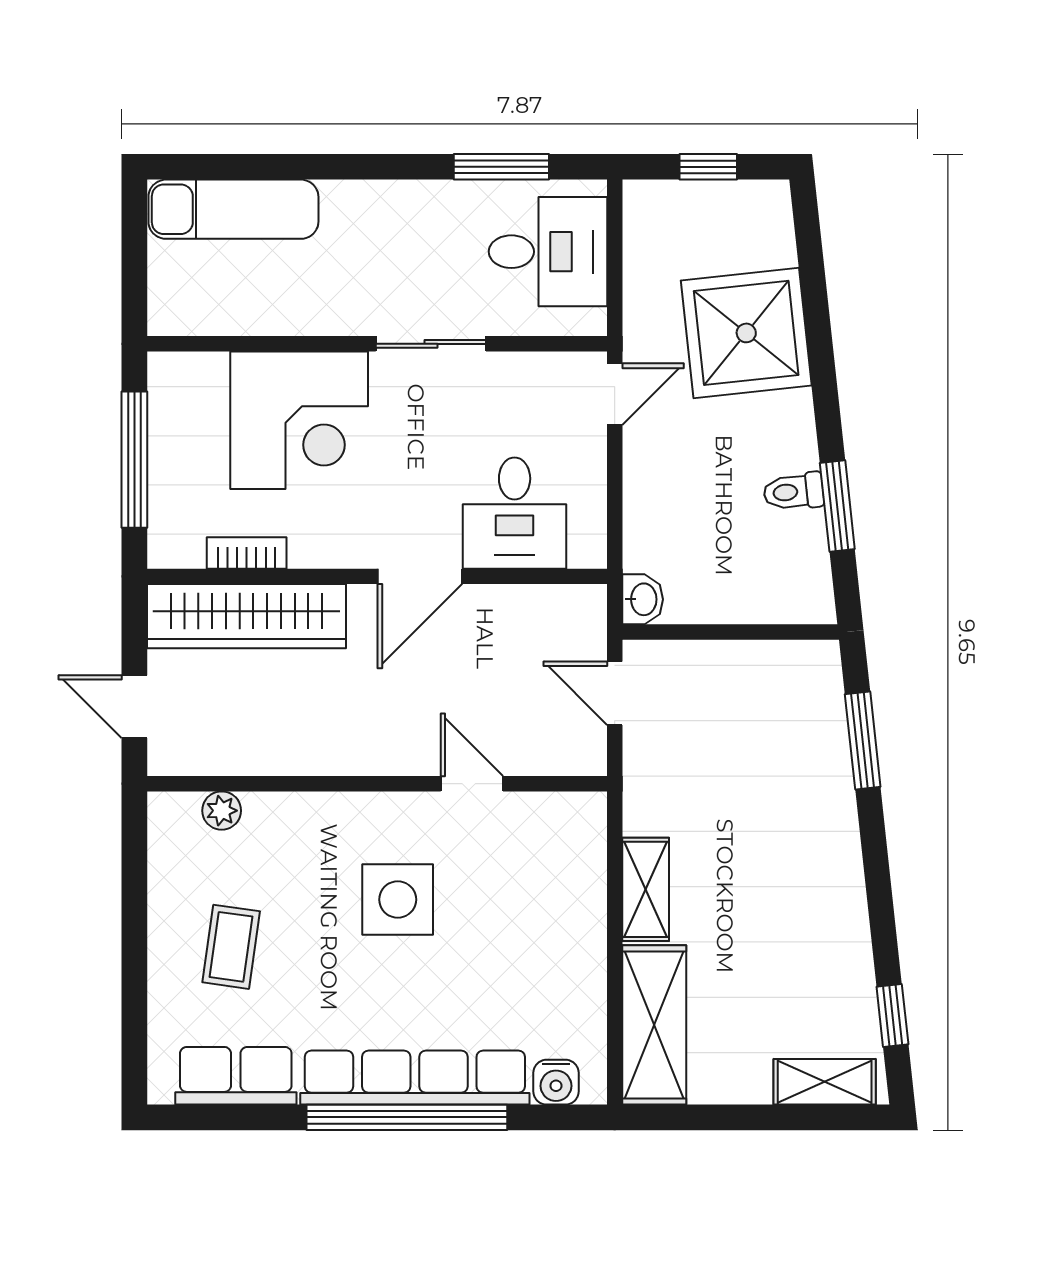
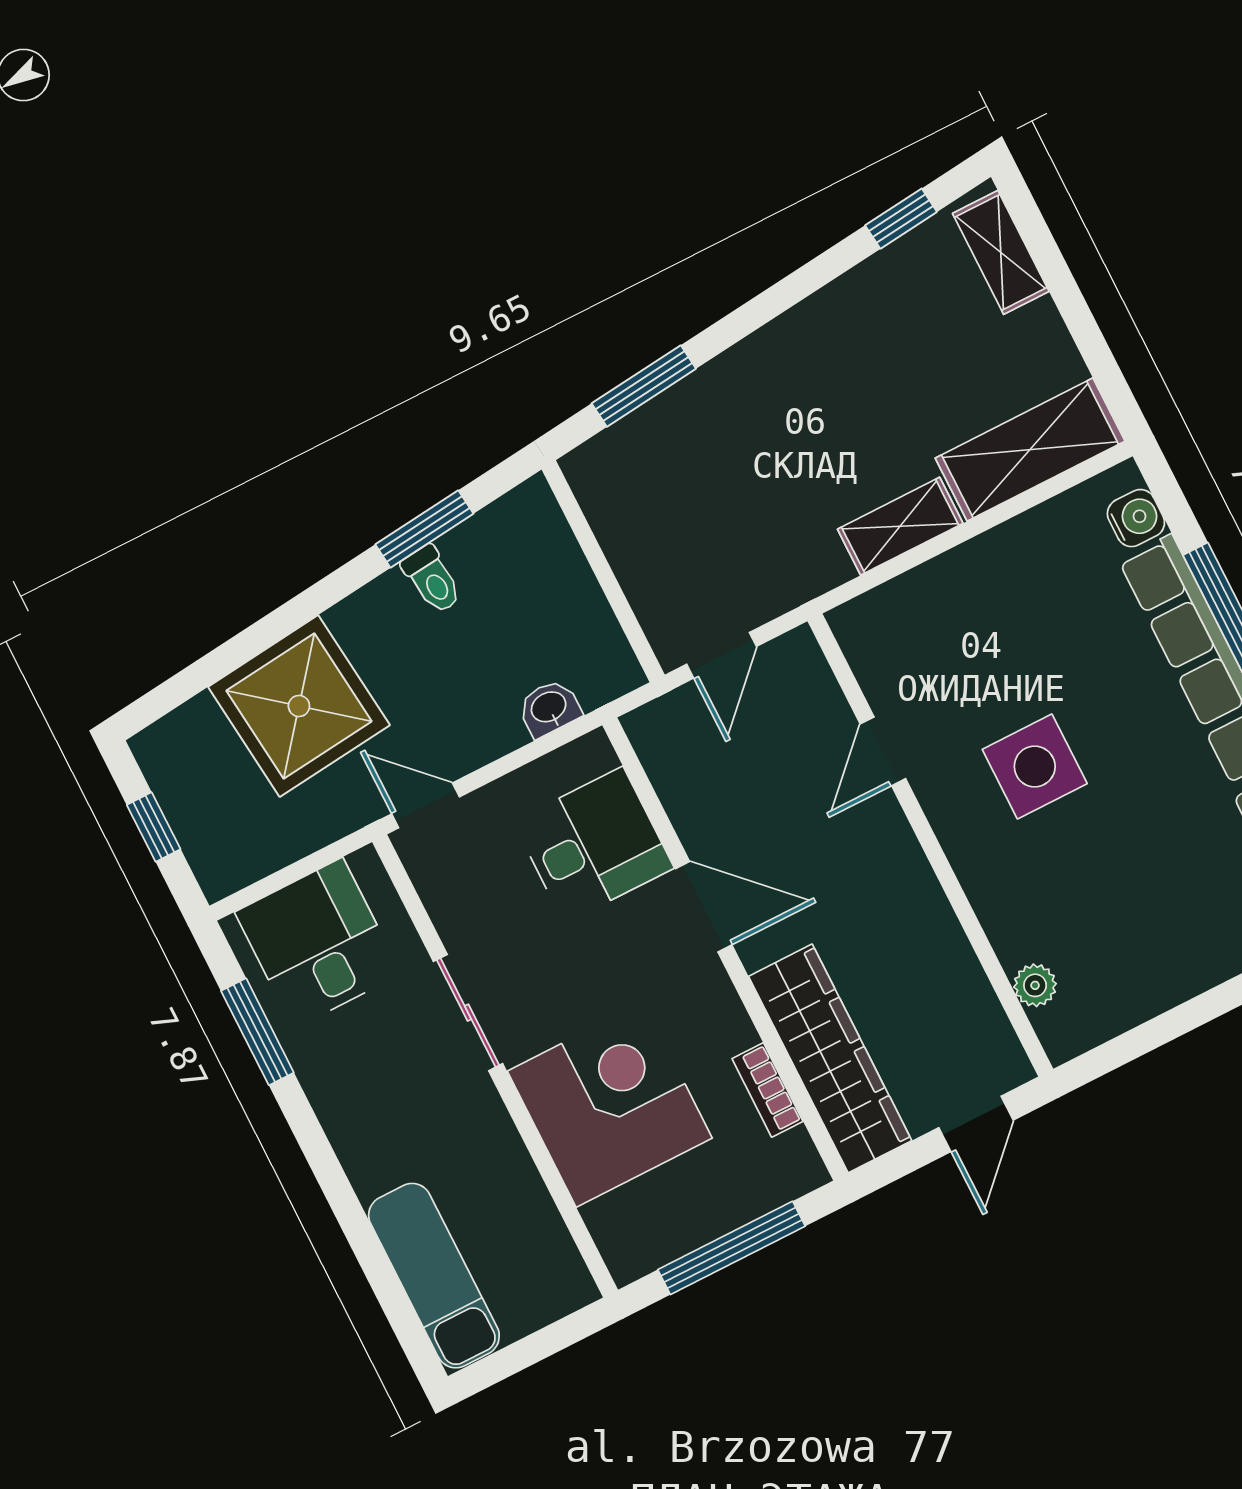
washbasin: (643, 599) -> (549, 708), moved
coffee table: (231, 947) -> (1165, 908), removed

